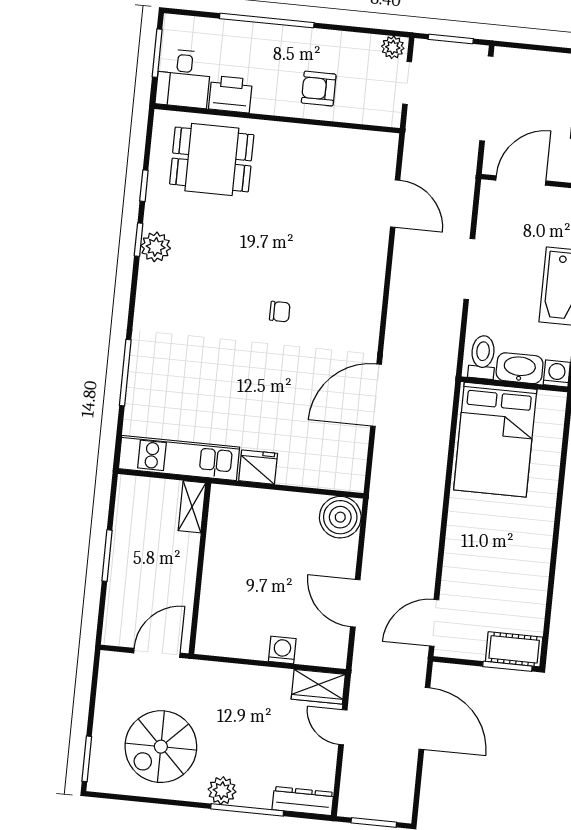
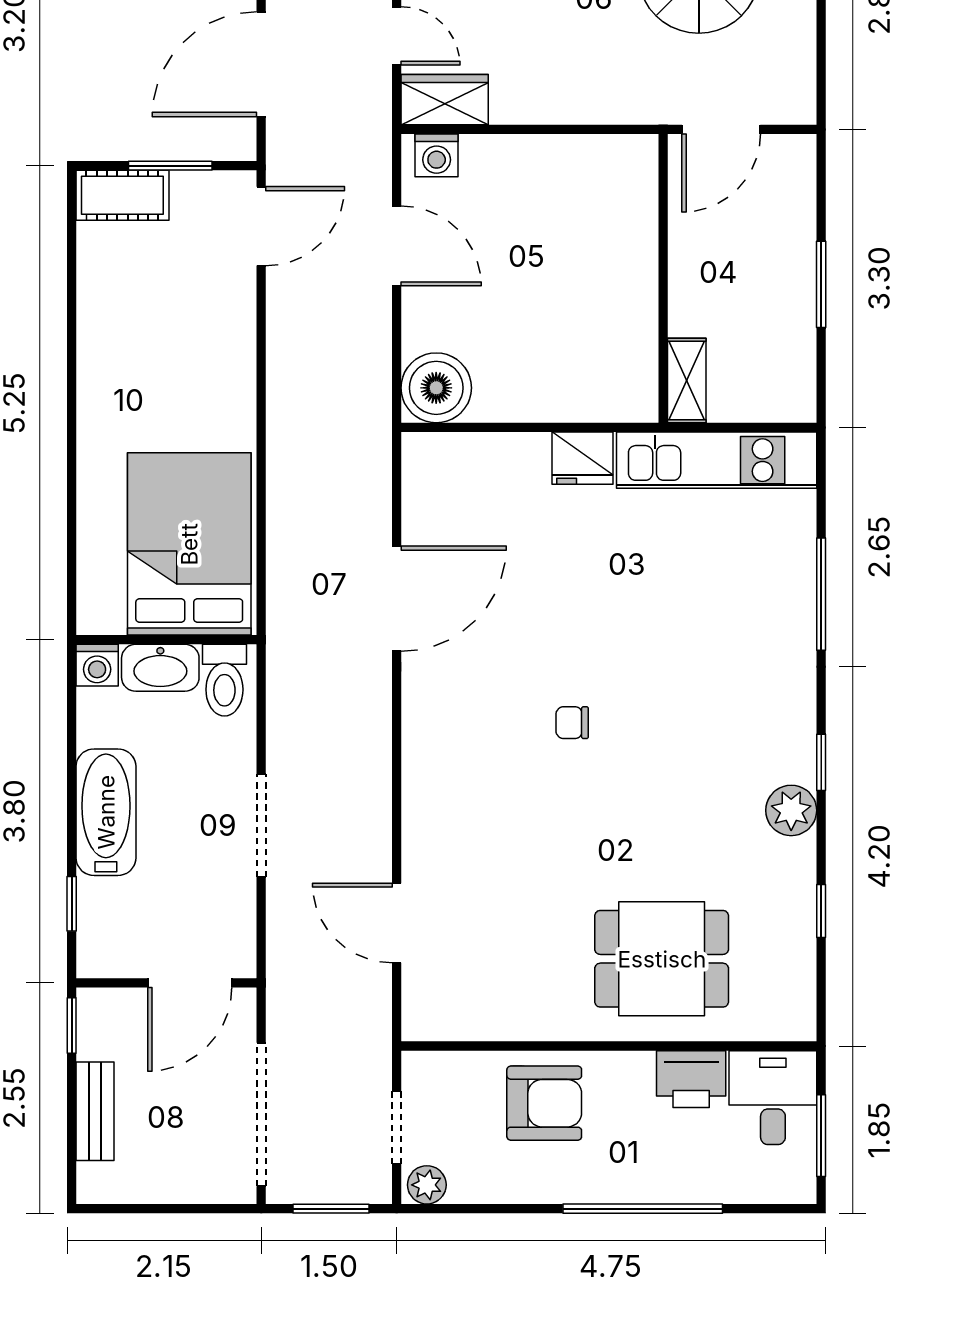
armchair: (319, 89) -> (544, 1103), width x1.38, depth x1.38
dining table: (212, 159) -> (662, 959), moved
window: (139, 240) -> (821, 762), moved
washing machine: (282, 650) -> (437, 155), moved
window: (507, 666) -> (170, 166), moved
door: (424, 718) -> (261, 64), hinge flipped

